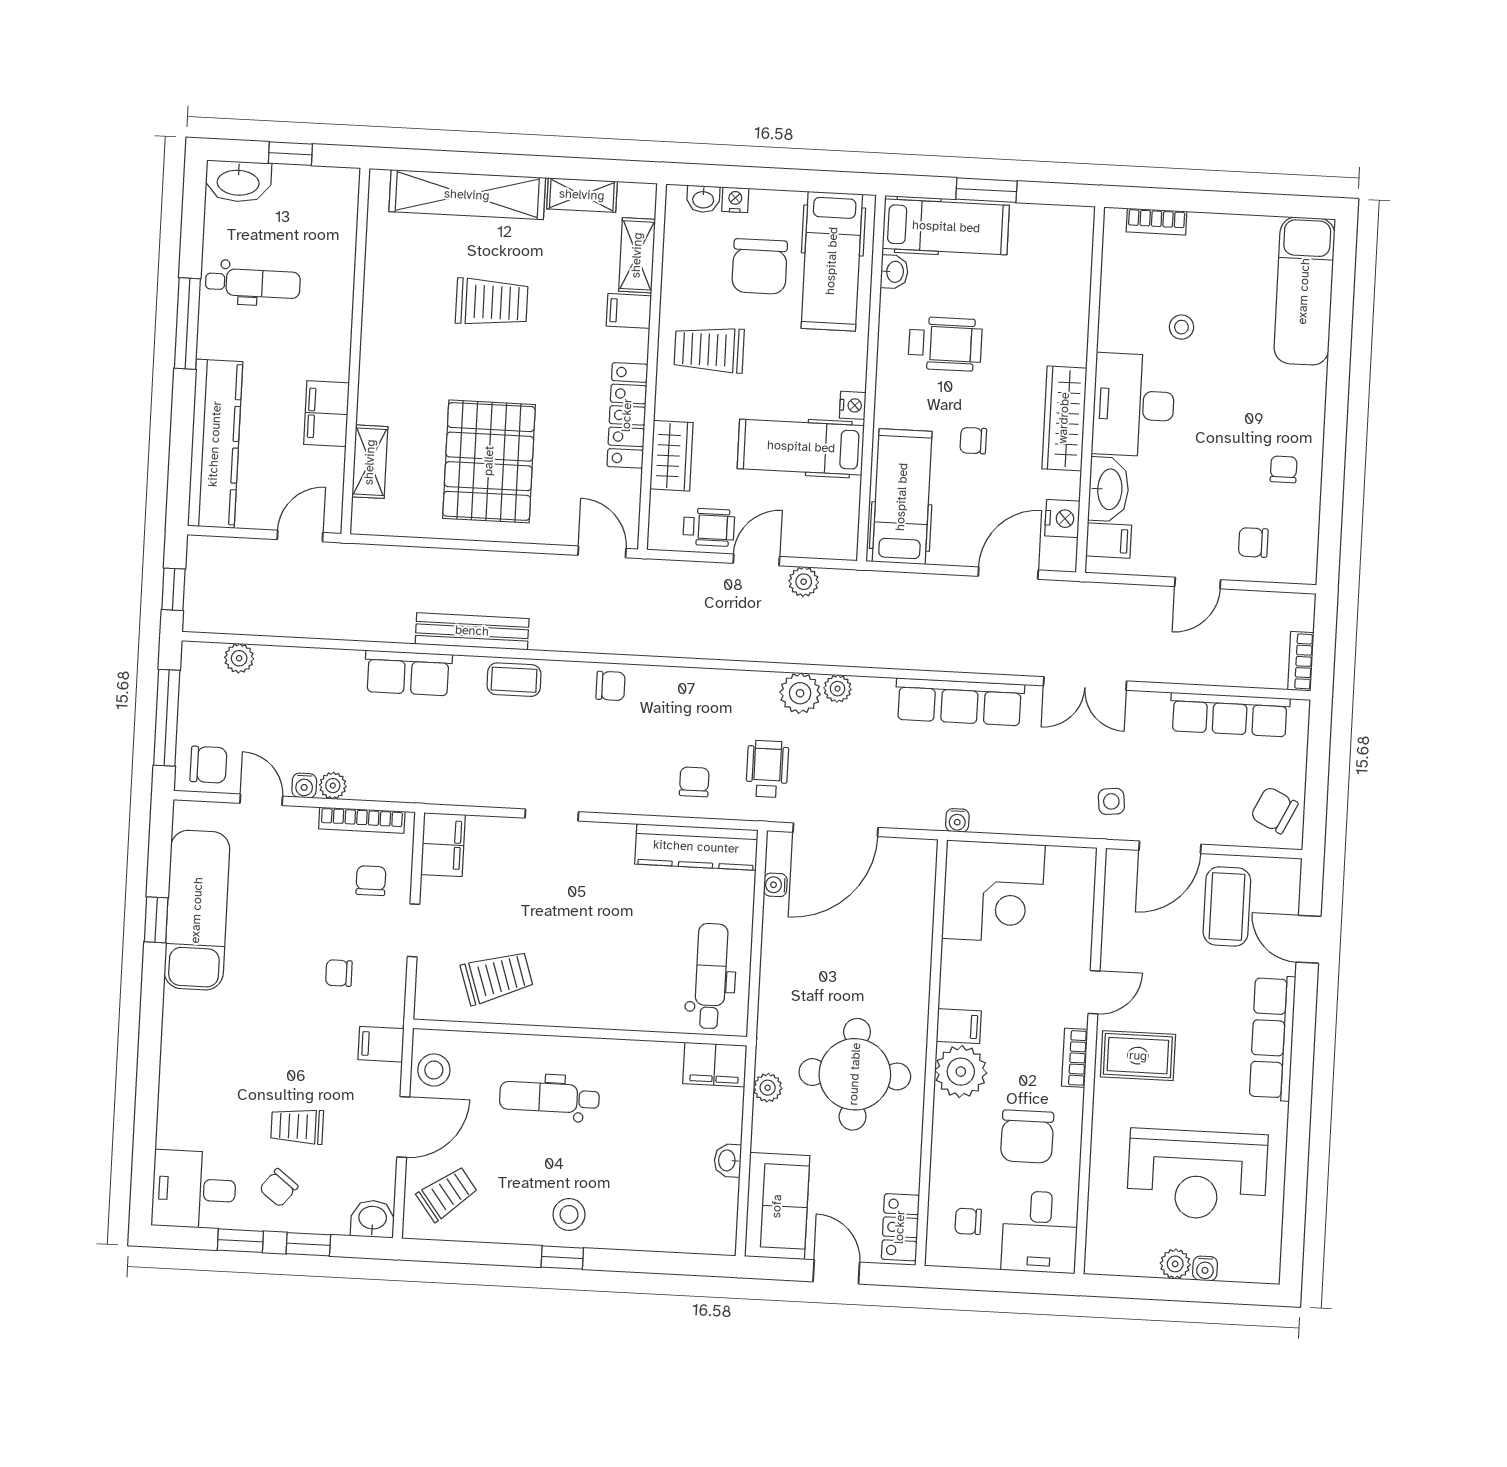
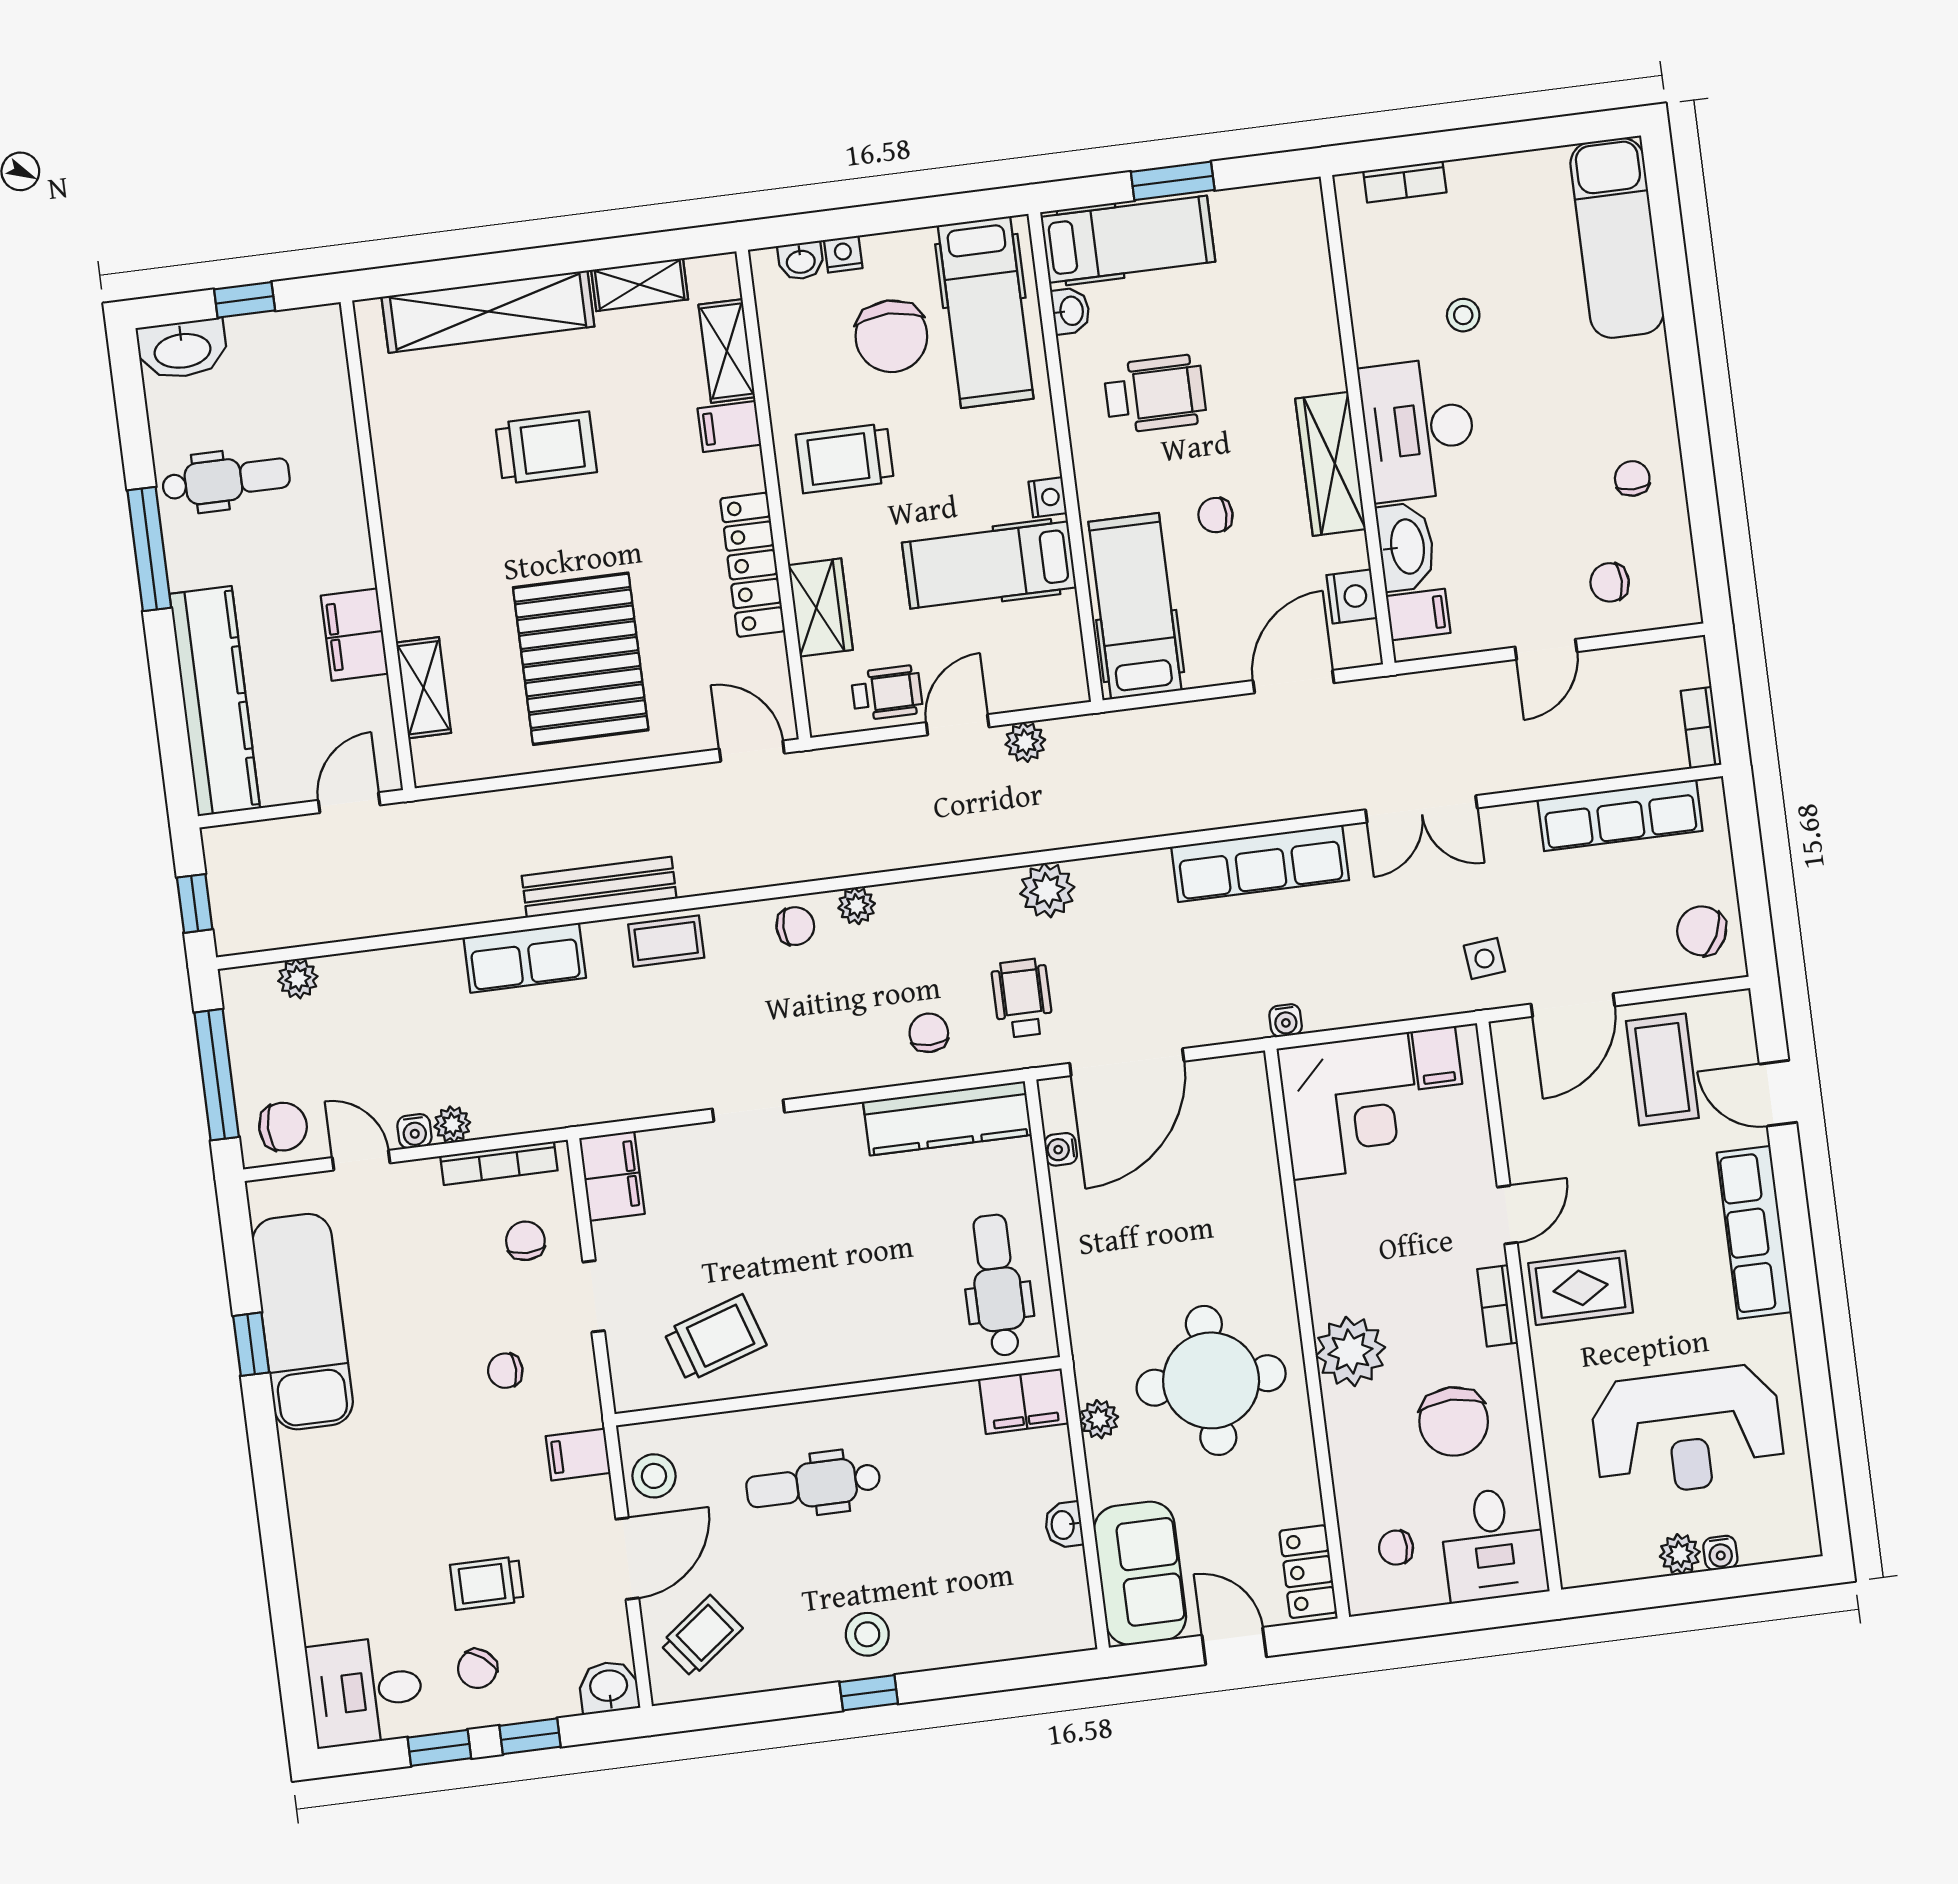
plant: (837, 689) -> (857, 906), moved
filing cabinet: (959, 1026) -> (1437, 1058), moved, turned 90

